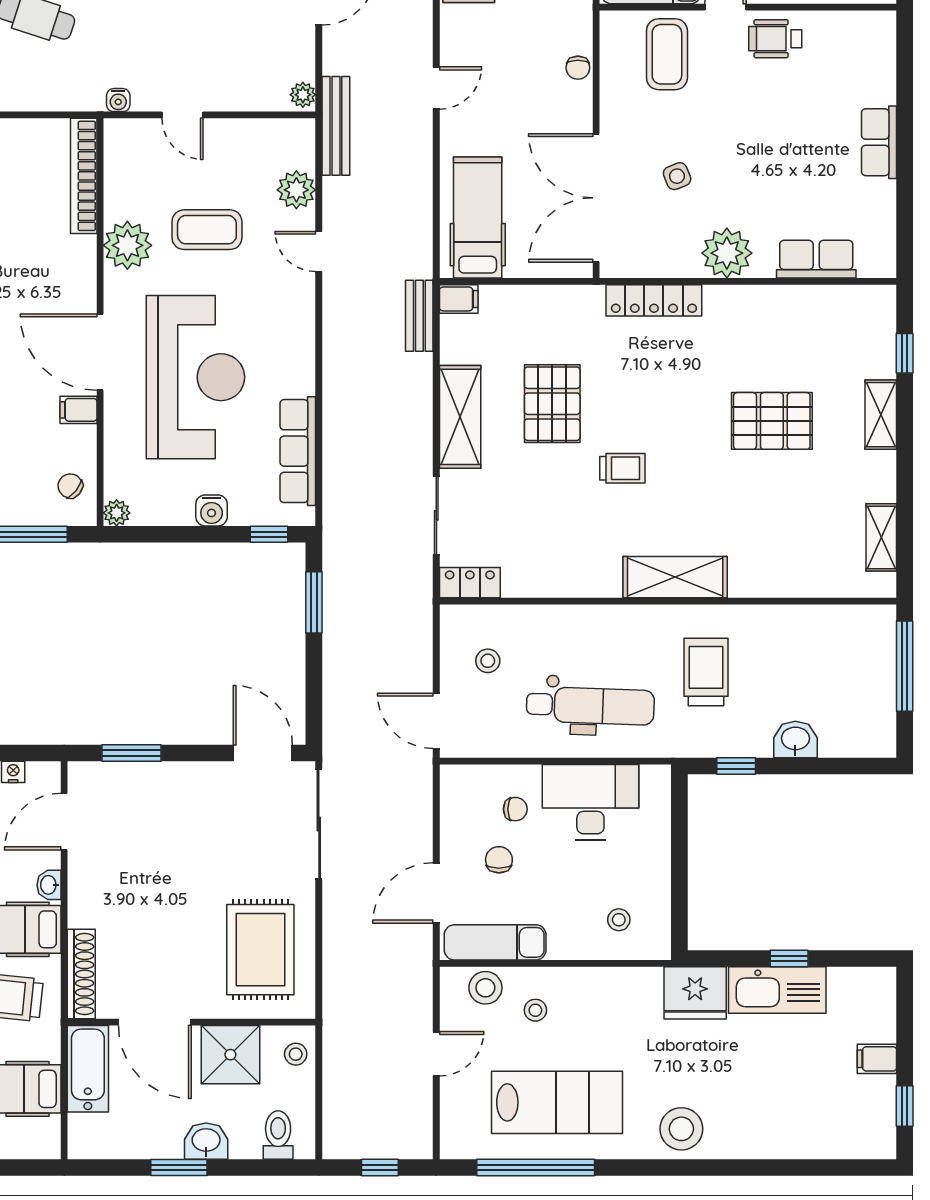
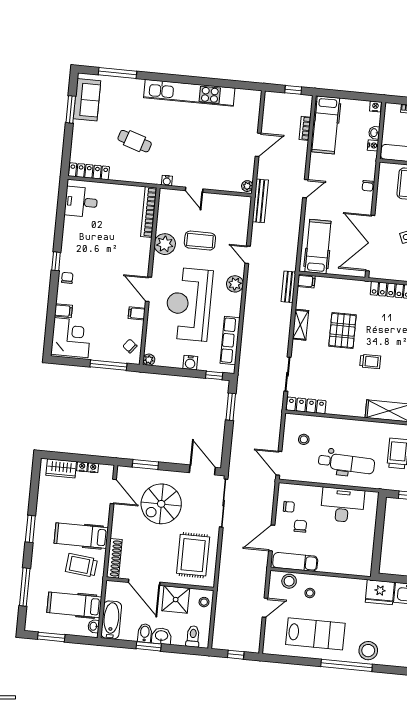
plant: (296, 190) -> (235, 284), moved
door: (100, 352) -> (148, 289), width x0.73
reception desk: (195, 377) -> (189, 304), turned 180
shelving: (460, 417) -> (300, 325), width x0.67, depth x0.75
locker: (470, 583) -> (306, 405), width x1.53
chair: (515, 809) -> (289, 507), moved
door: (64, 822) -> (113, 491), swing flipped
spiral stairs: (176, 839) -> (161, 504), added
washbasin: (49, 885) -> (94, 626), moved
stool: (619, 920) -> (350, 557), removed
bathtub: (88, 1069) -> (111, 620), moved
bidet: (167, 1138) -> (145, 633), added
window: (536, 1167) -> (347, 665), moved

